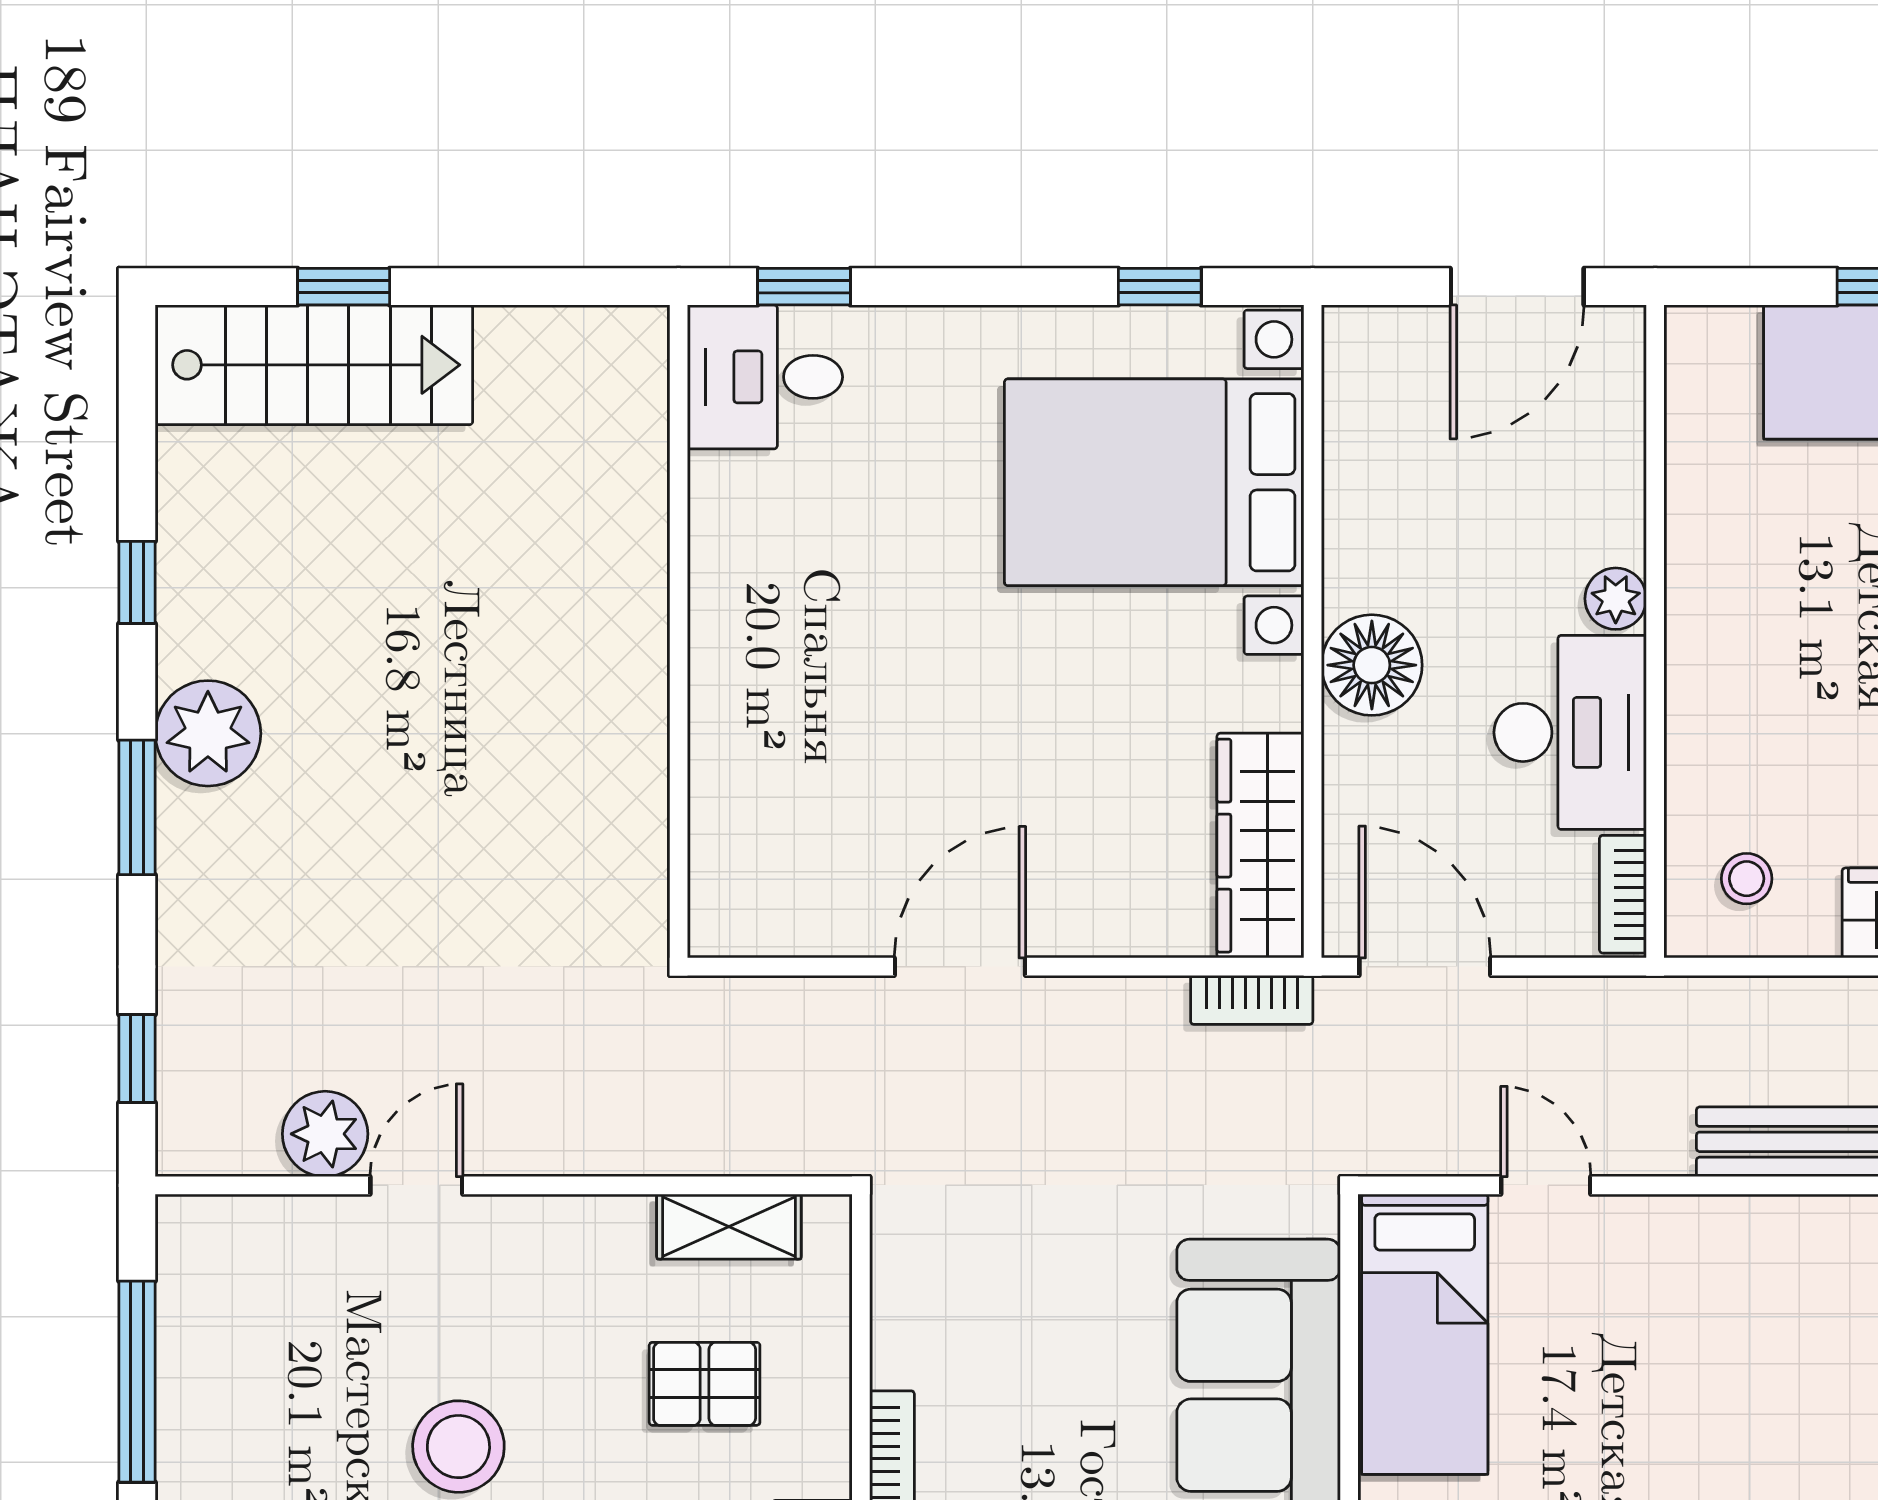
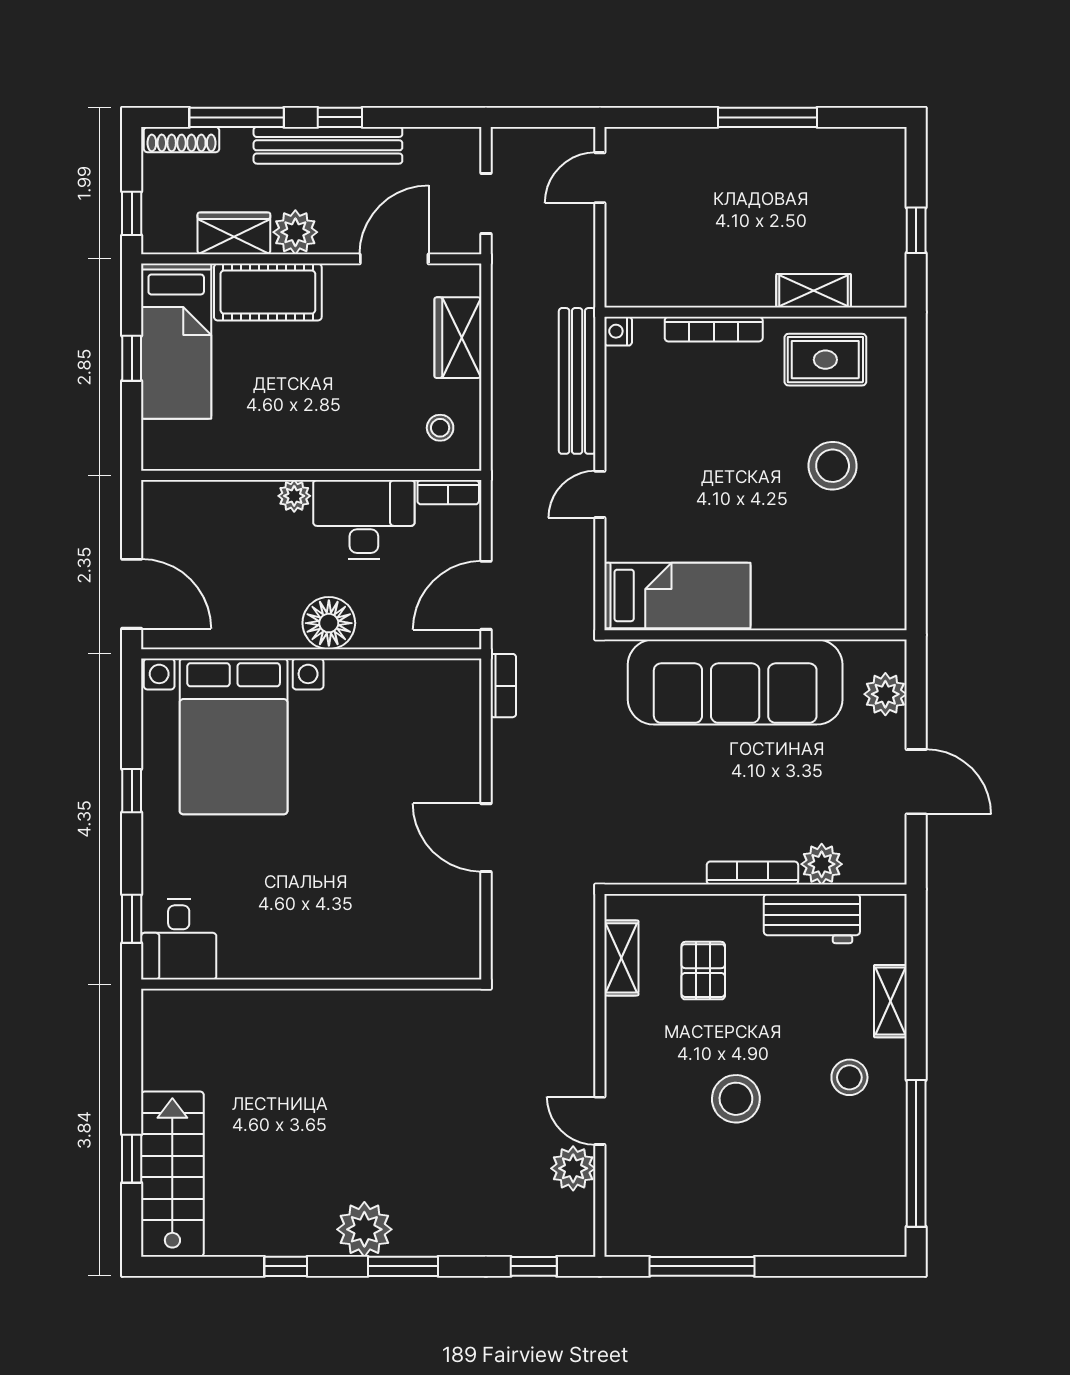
window: (1160, 287) -> (132, 791), moved
door: (1517, 287) -> (132, 594), moved
wardrobe: (1260, 846) -> (423, 681), removed
door: (1546, 1185) -> (600, 494), moved

